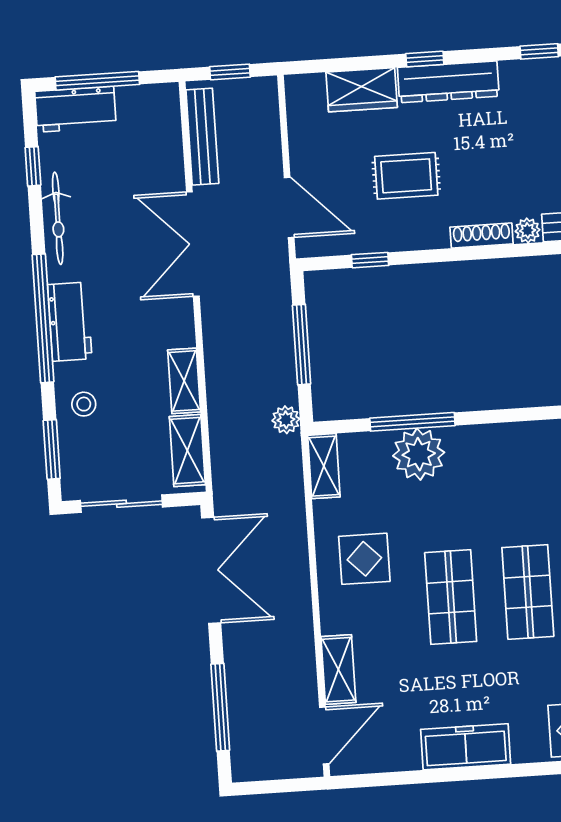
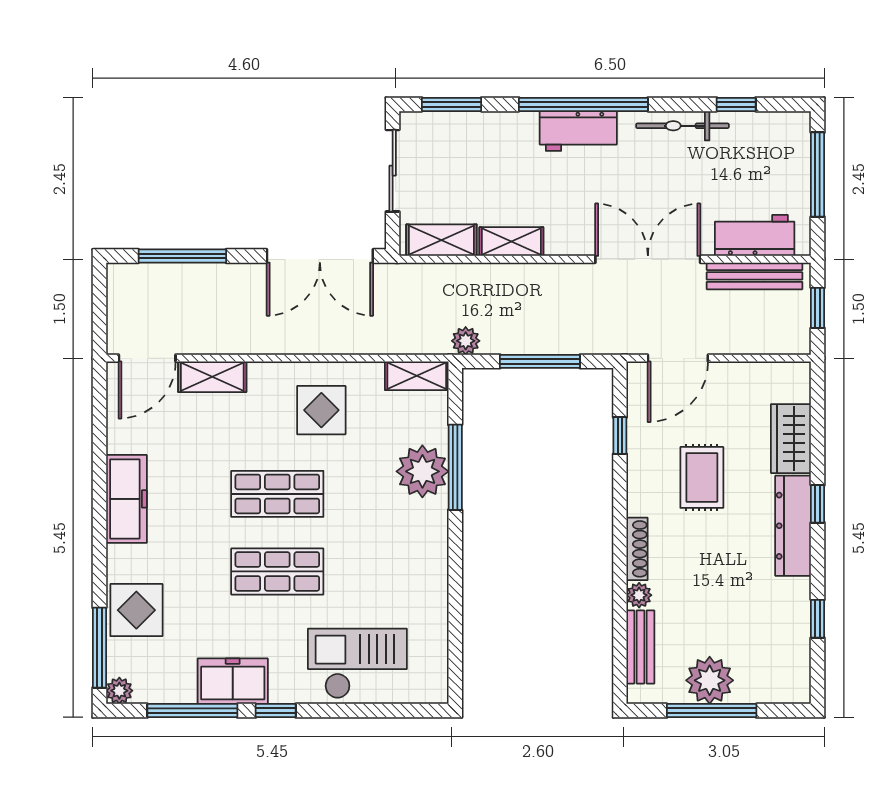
workbench: (75, 109) -> (755, 235), moved, turned 90
stool: (84, 404) -> (495, 140), removed
door: (324, 736) -> (147, 358), hinge flipped

